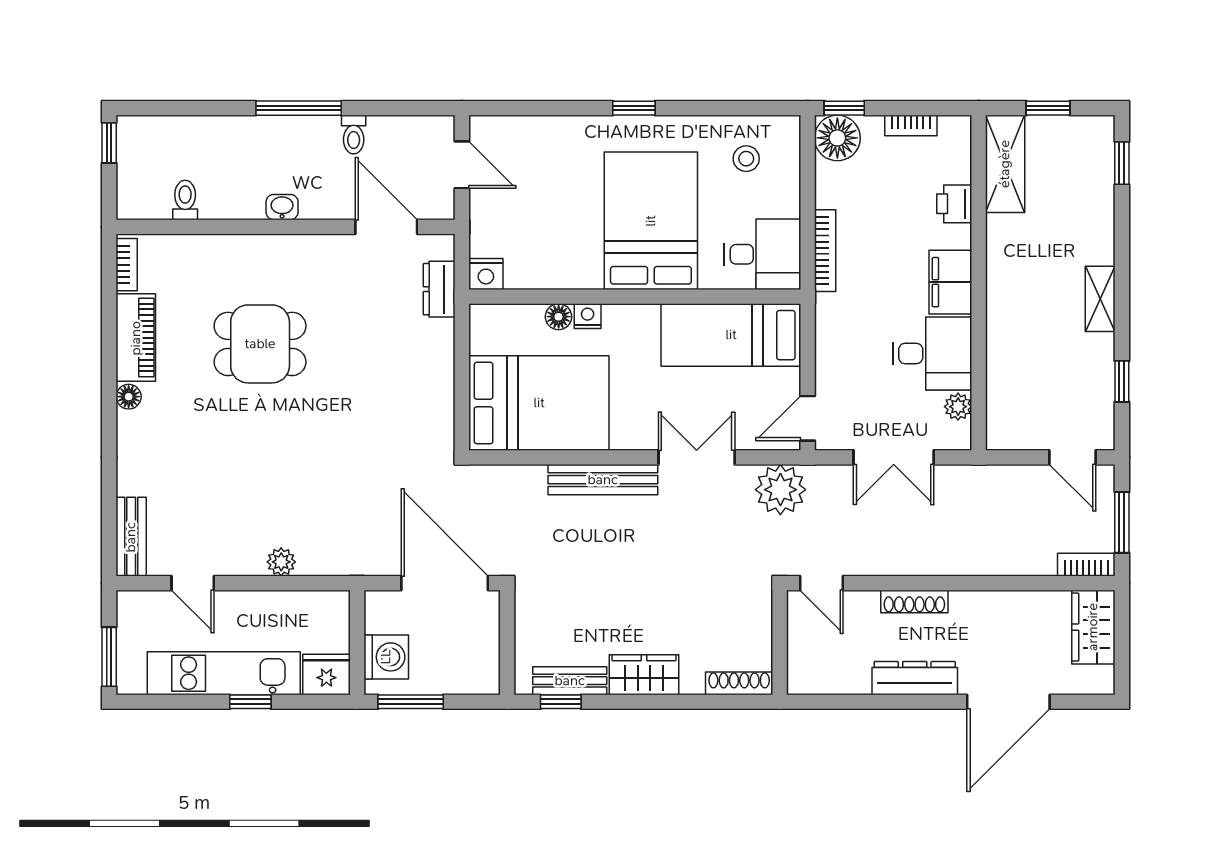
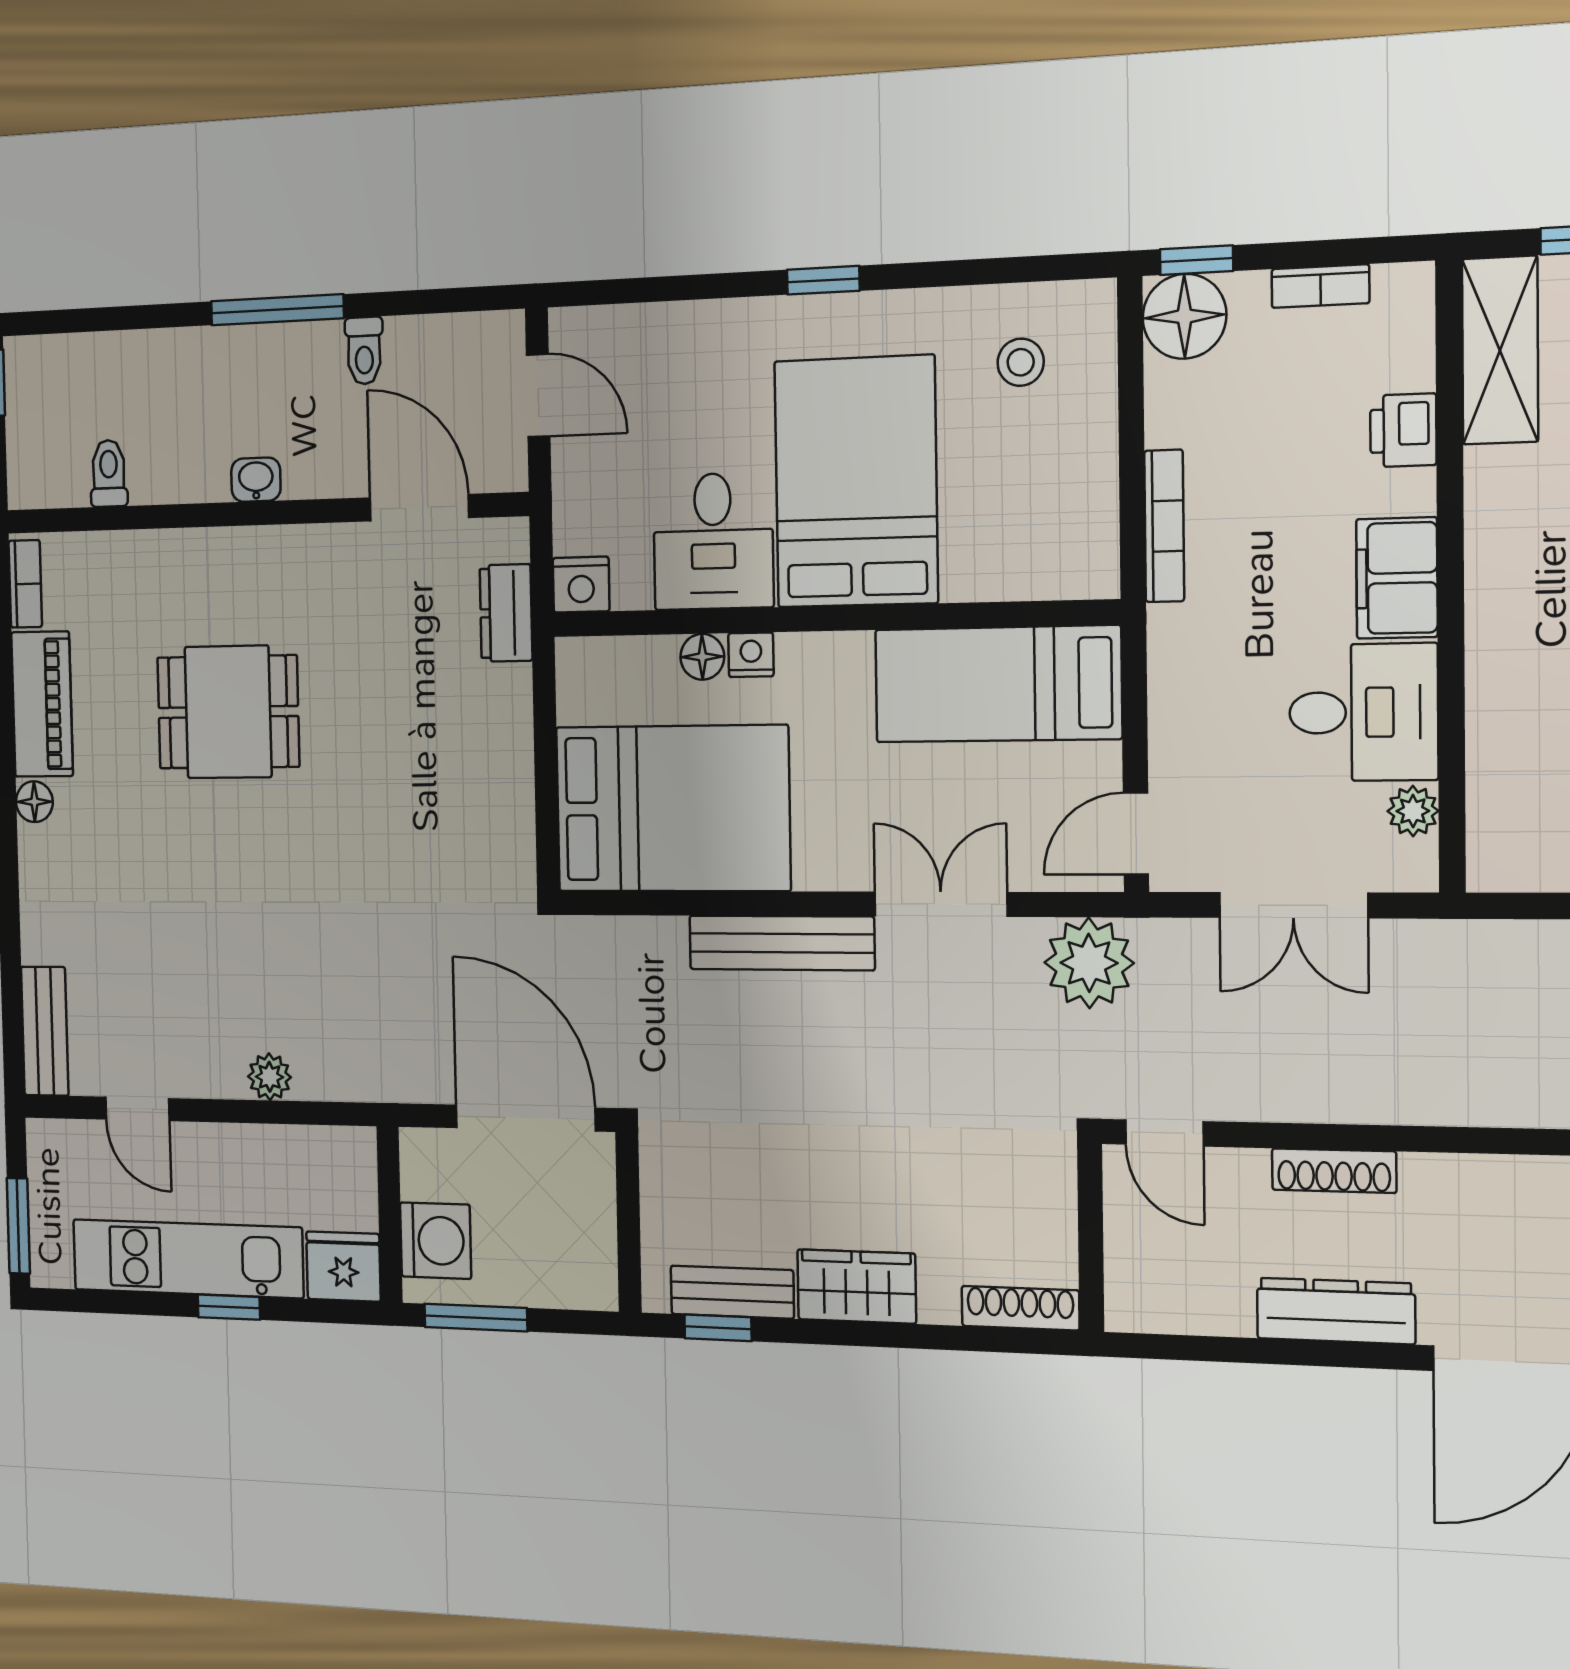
desk: (762, 254) -> (713, 541), moved, turned 90

